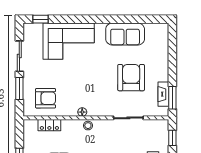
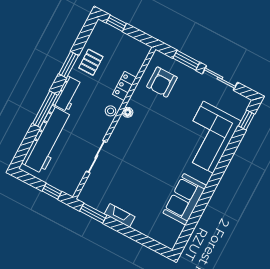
armchair: (131, 78) -> (137, 182), removed
fireplace: (163, 94) -> (120, 215), moved
locker: (49, 125) -> (124, 86), moved

